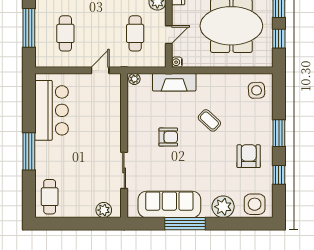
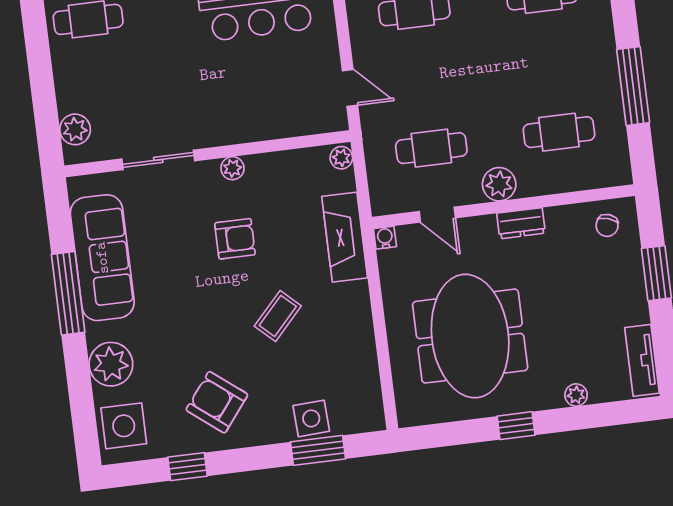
window: (279, 39) -> (457, 433), removed
side table: (257, 90) -> (311, 418), moved
window: (279, 133) -> (318, 450), moved
plant: (133, 134) -> (232, 168), added
armchair: (168, 137) -> (235, 239), turned -90
armchair: (249, 156) -> (217, 402), turned -142

